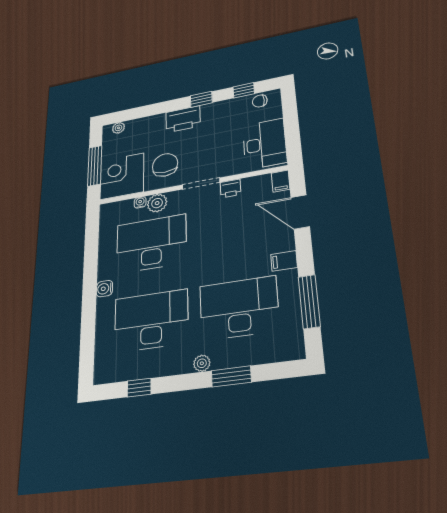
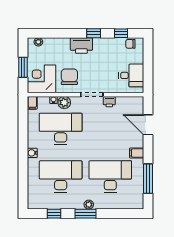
desk: (264, 144) -> (131, 75), width x0.73
window: (95, 166) -> (23, 67), width x0.69
filing cabinet: (281, 181) -> (32, 103), moved
window: (231, 376) -> (86, 214), moved

